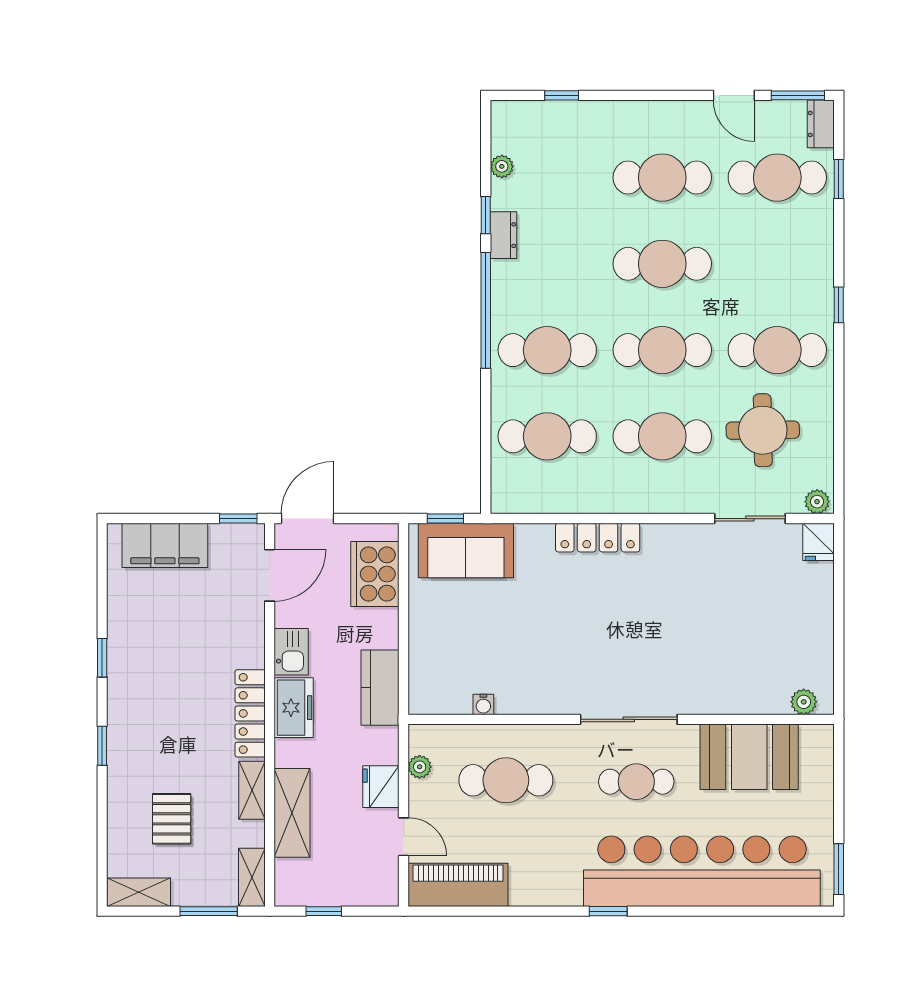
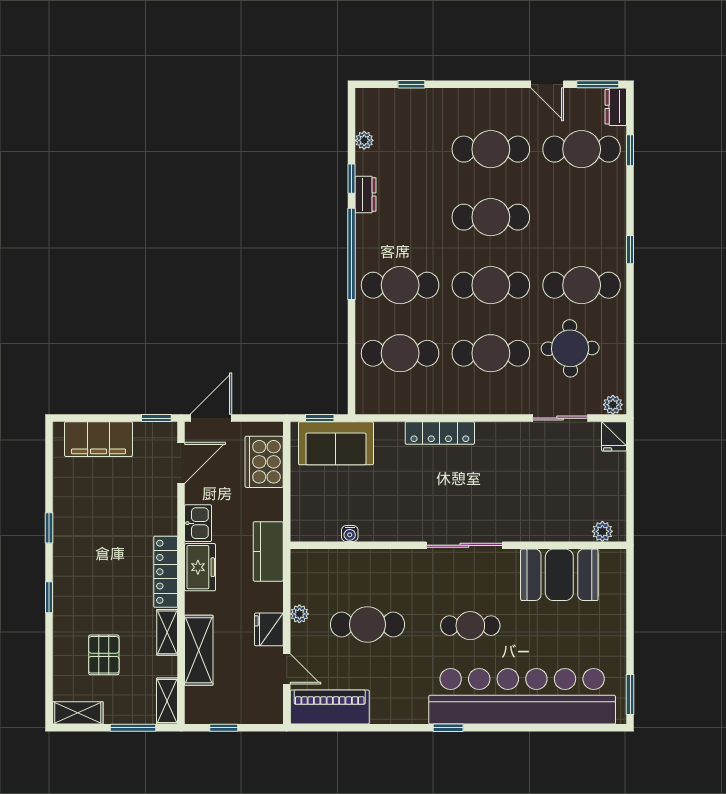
plant: (804, 702) -> (602, 531), moved
water cooler: (483, 705) -> (350, 534), moved
wall: (621, 719) -> (458, 545), moved
sliding door: (629, 719) -> (464, 545), moved
booth: (749, 757) -> (559, 575), moved

